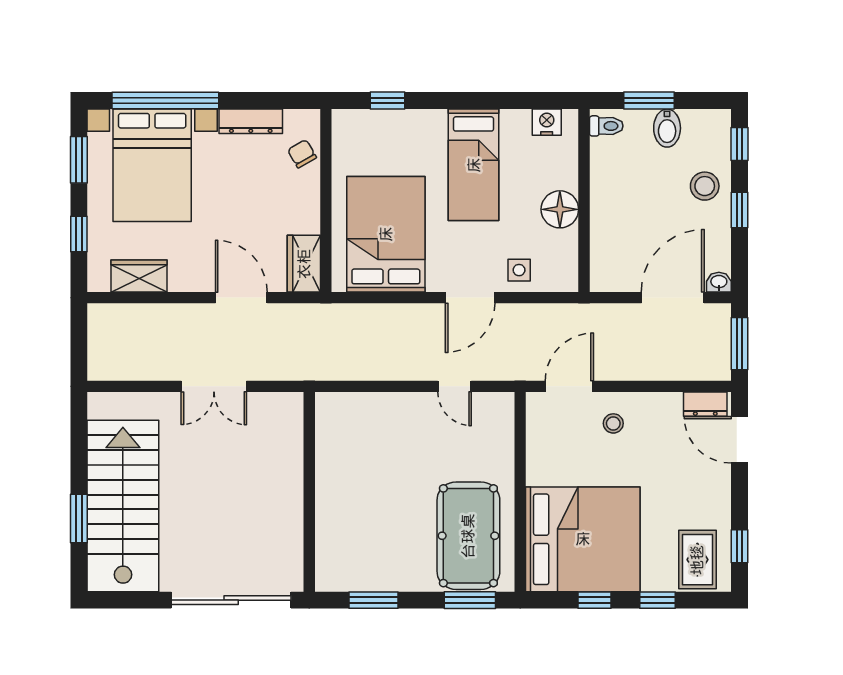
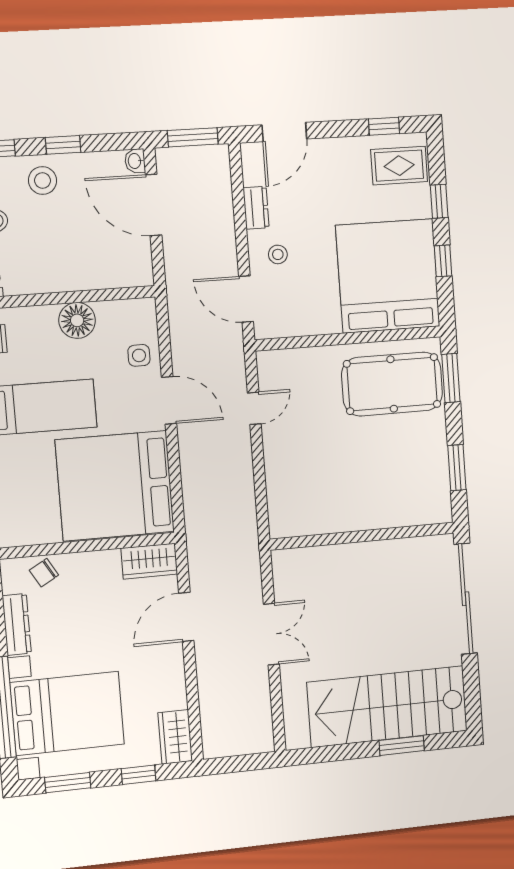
bed: (386, 234) -> (115, 486), width x1.36
wardrobe: (139, 276) -> (175, 737), moved
dresser: (705, 404) -> (256, 208), moved

